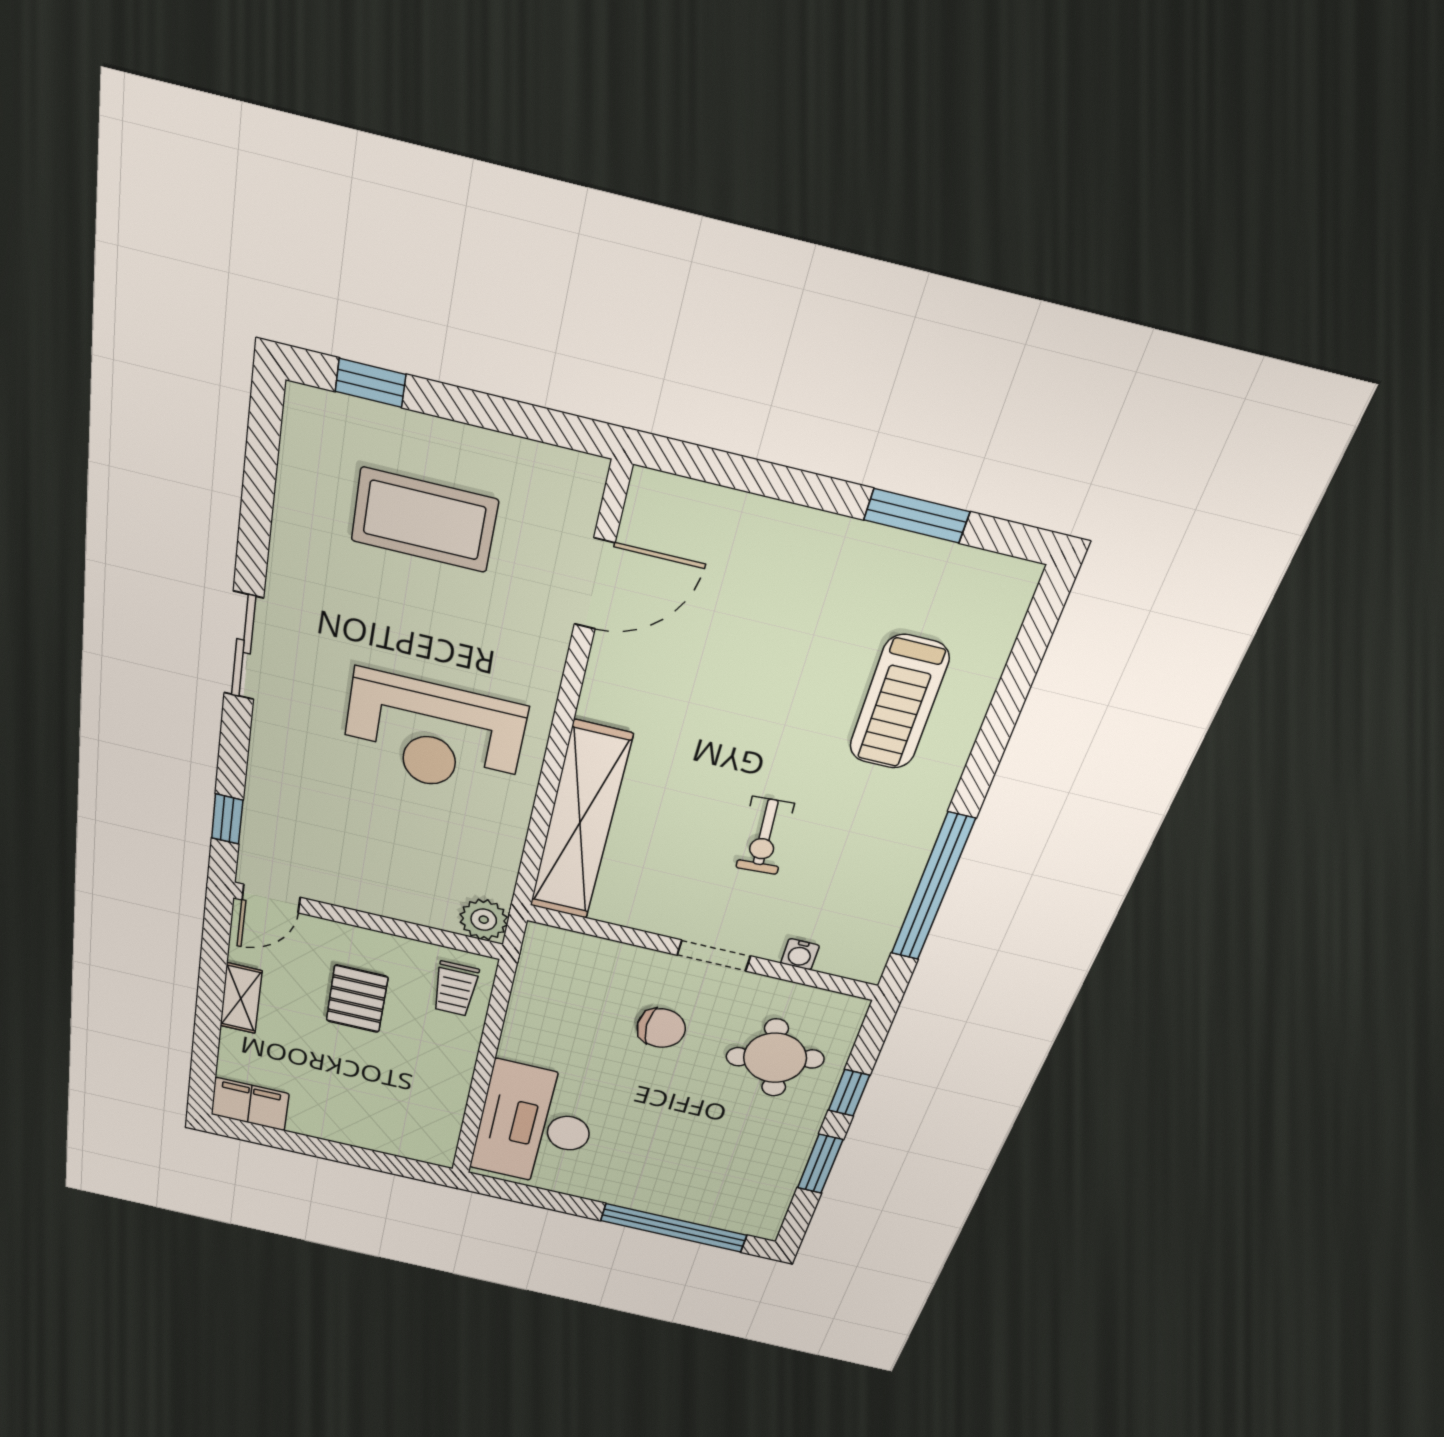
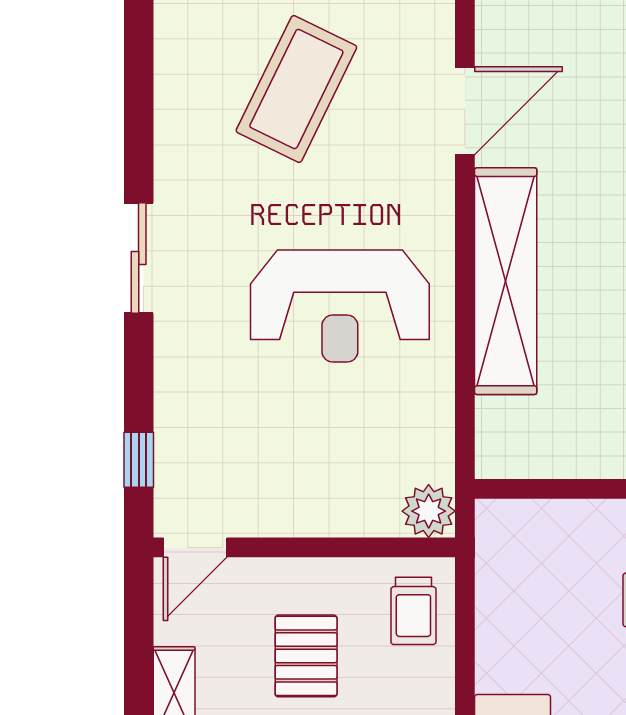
coffee table: (424, 520) -> (296, 89), turned -64
shelving: (580, 822) -> (506, 281), moved

